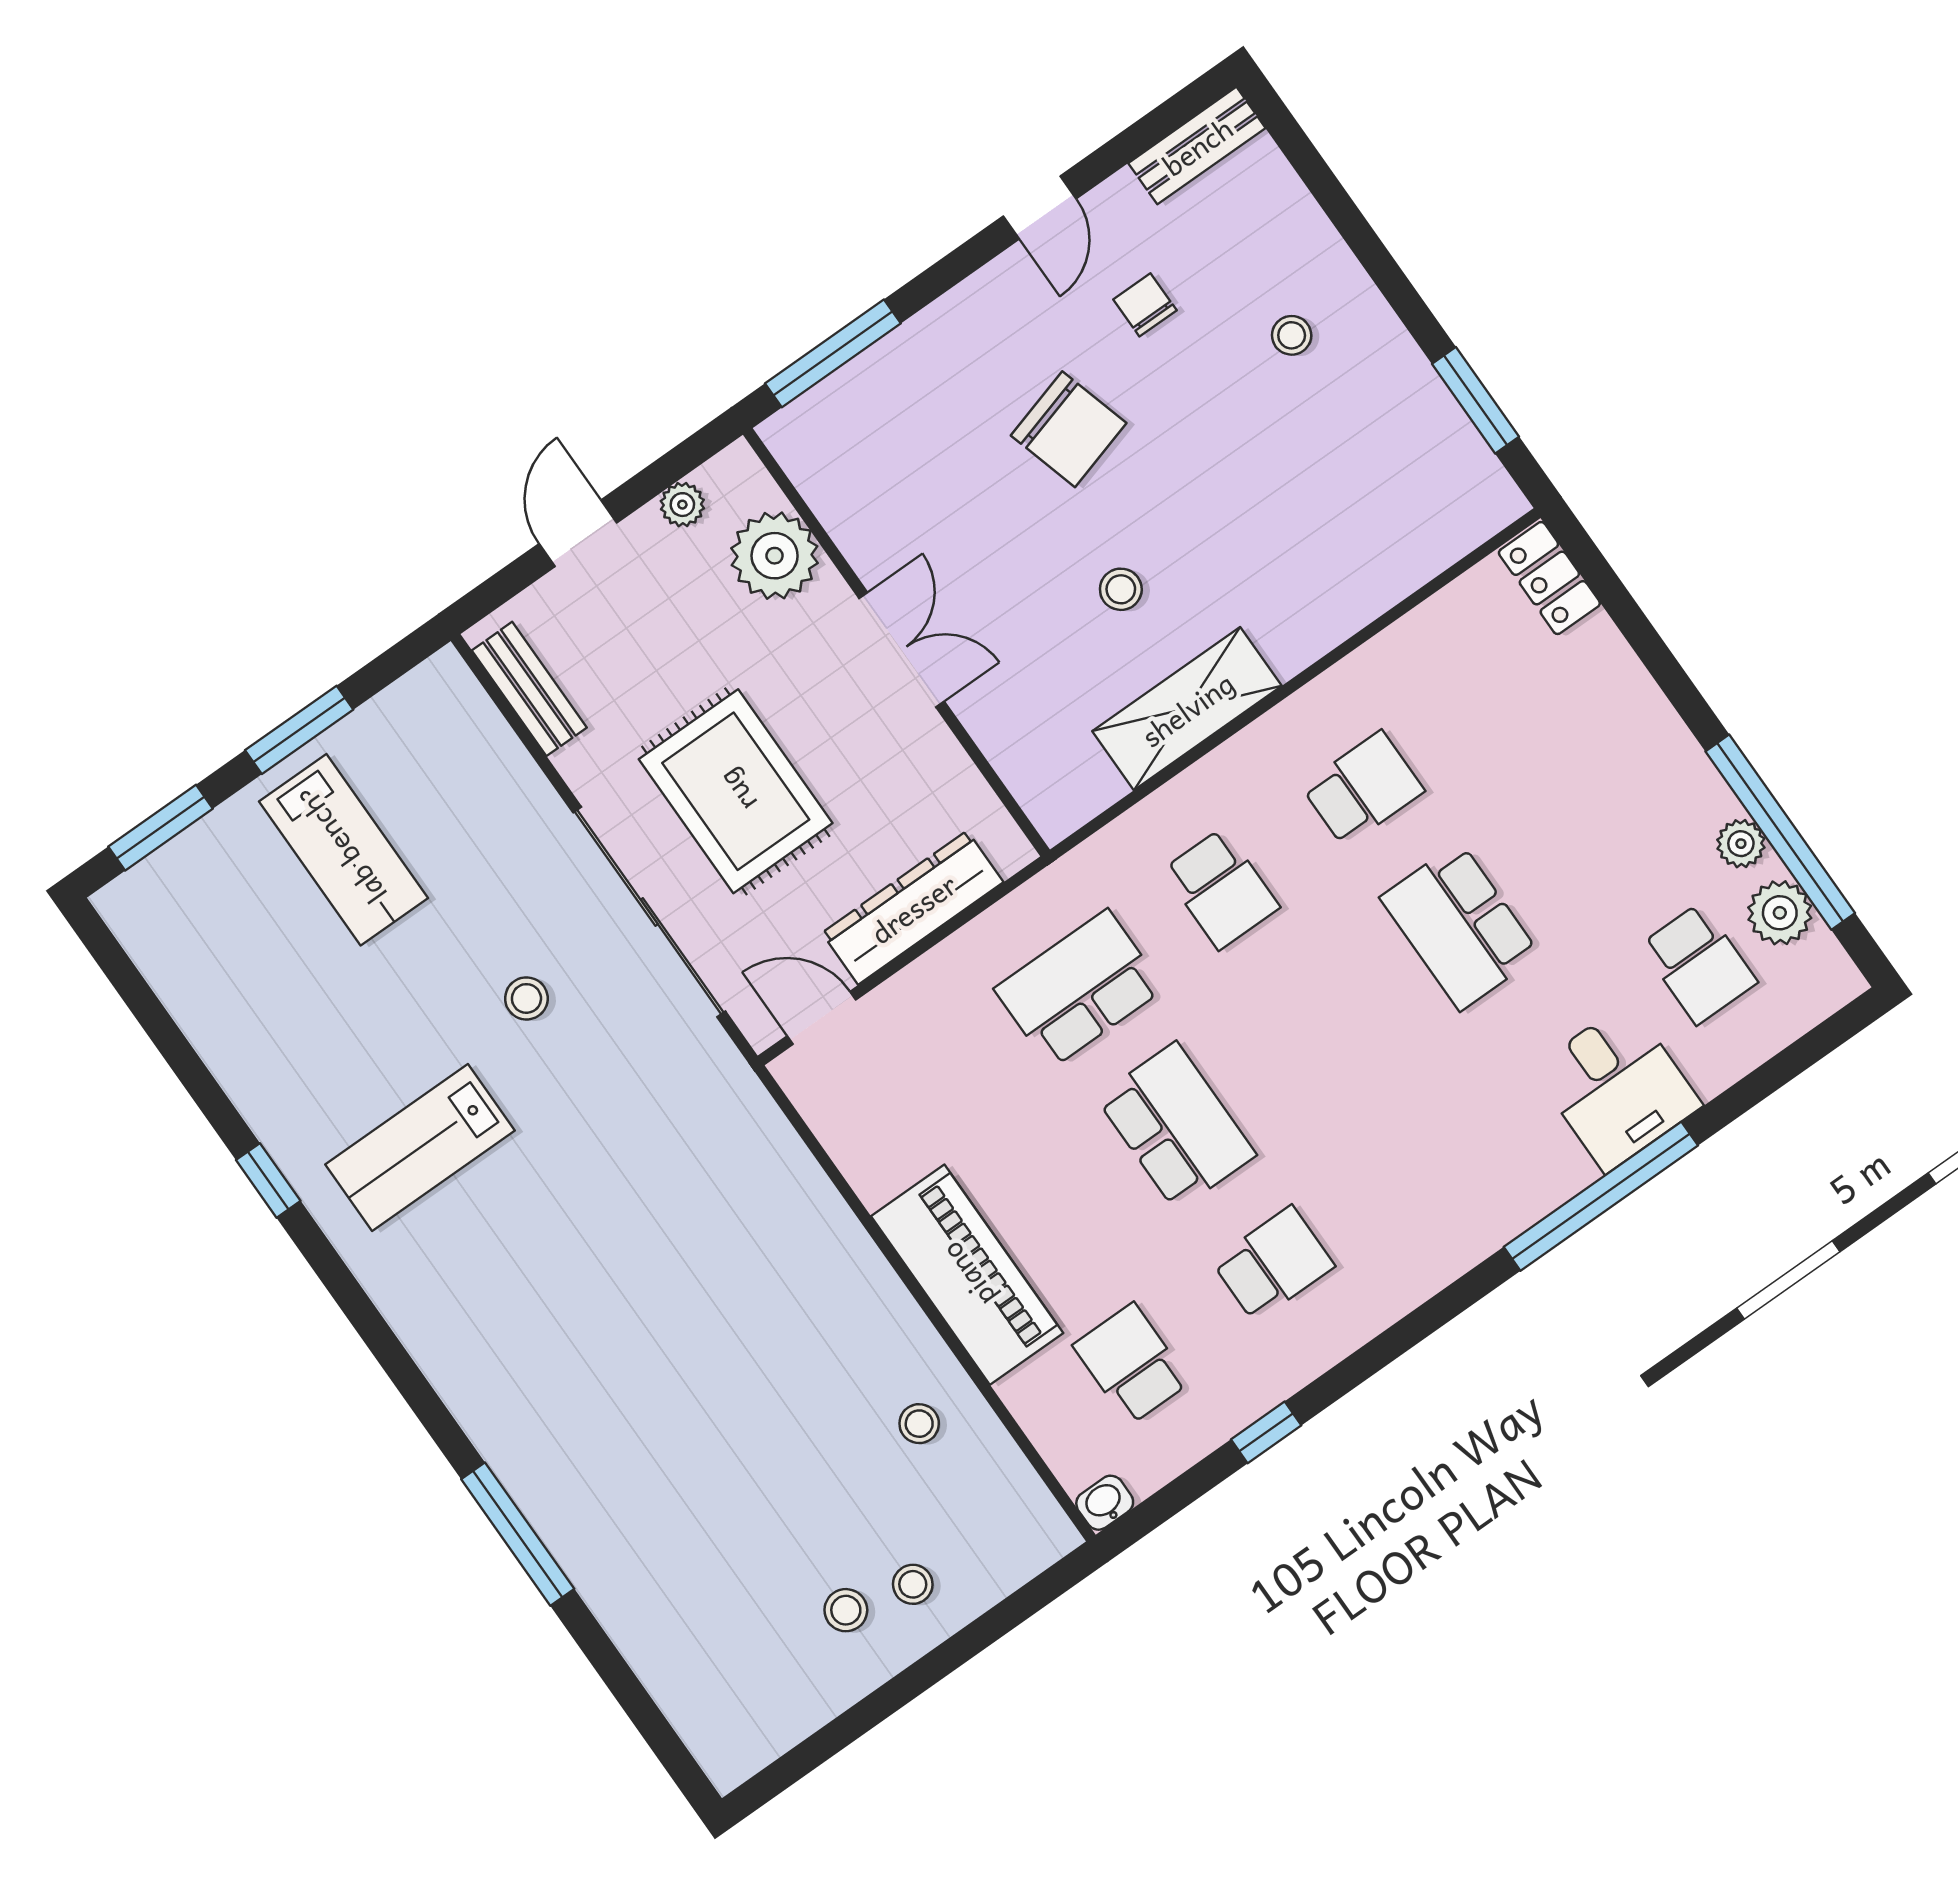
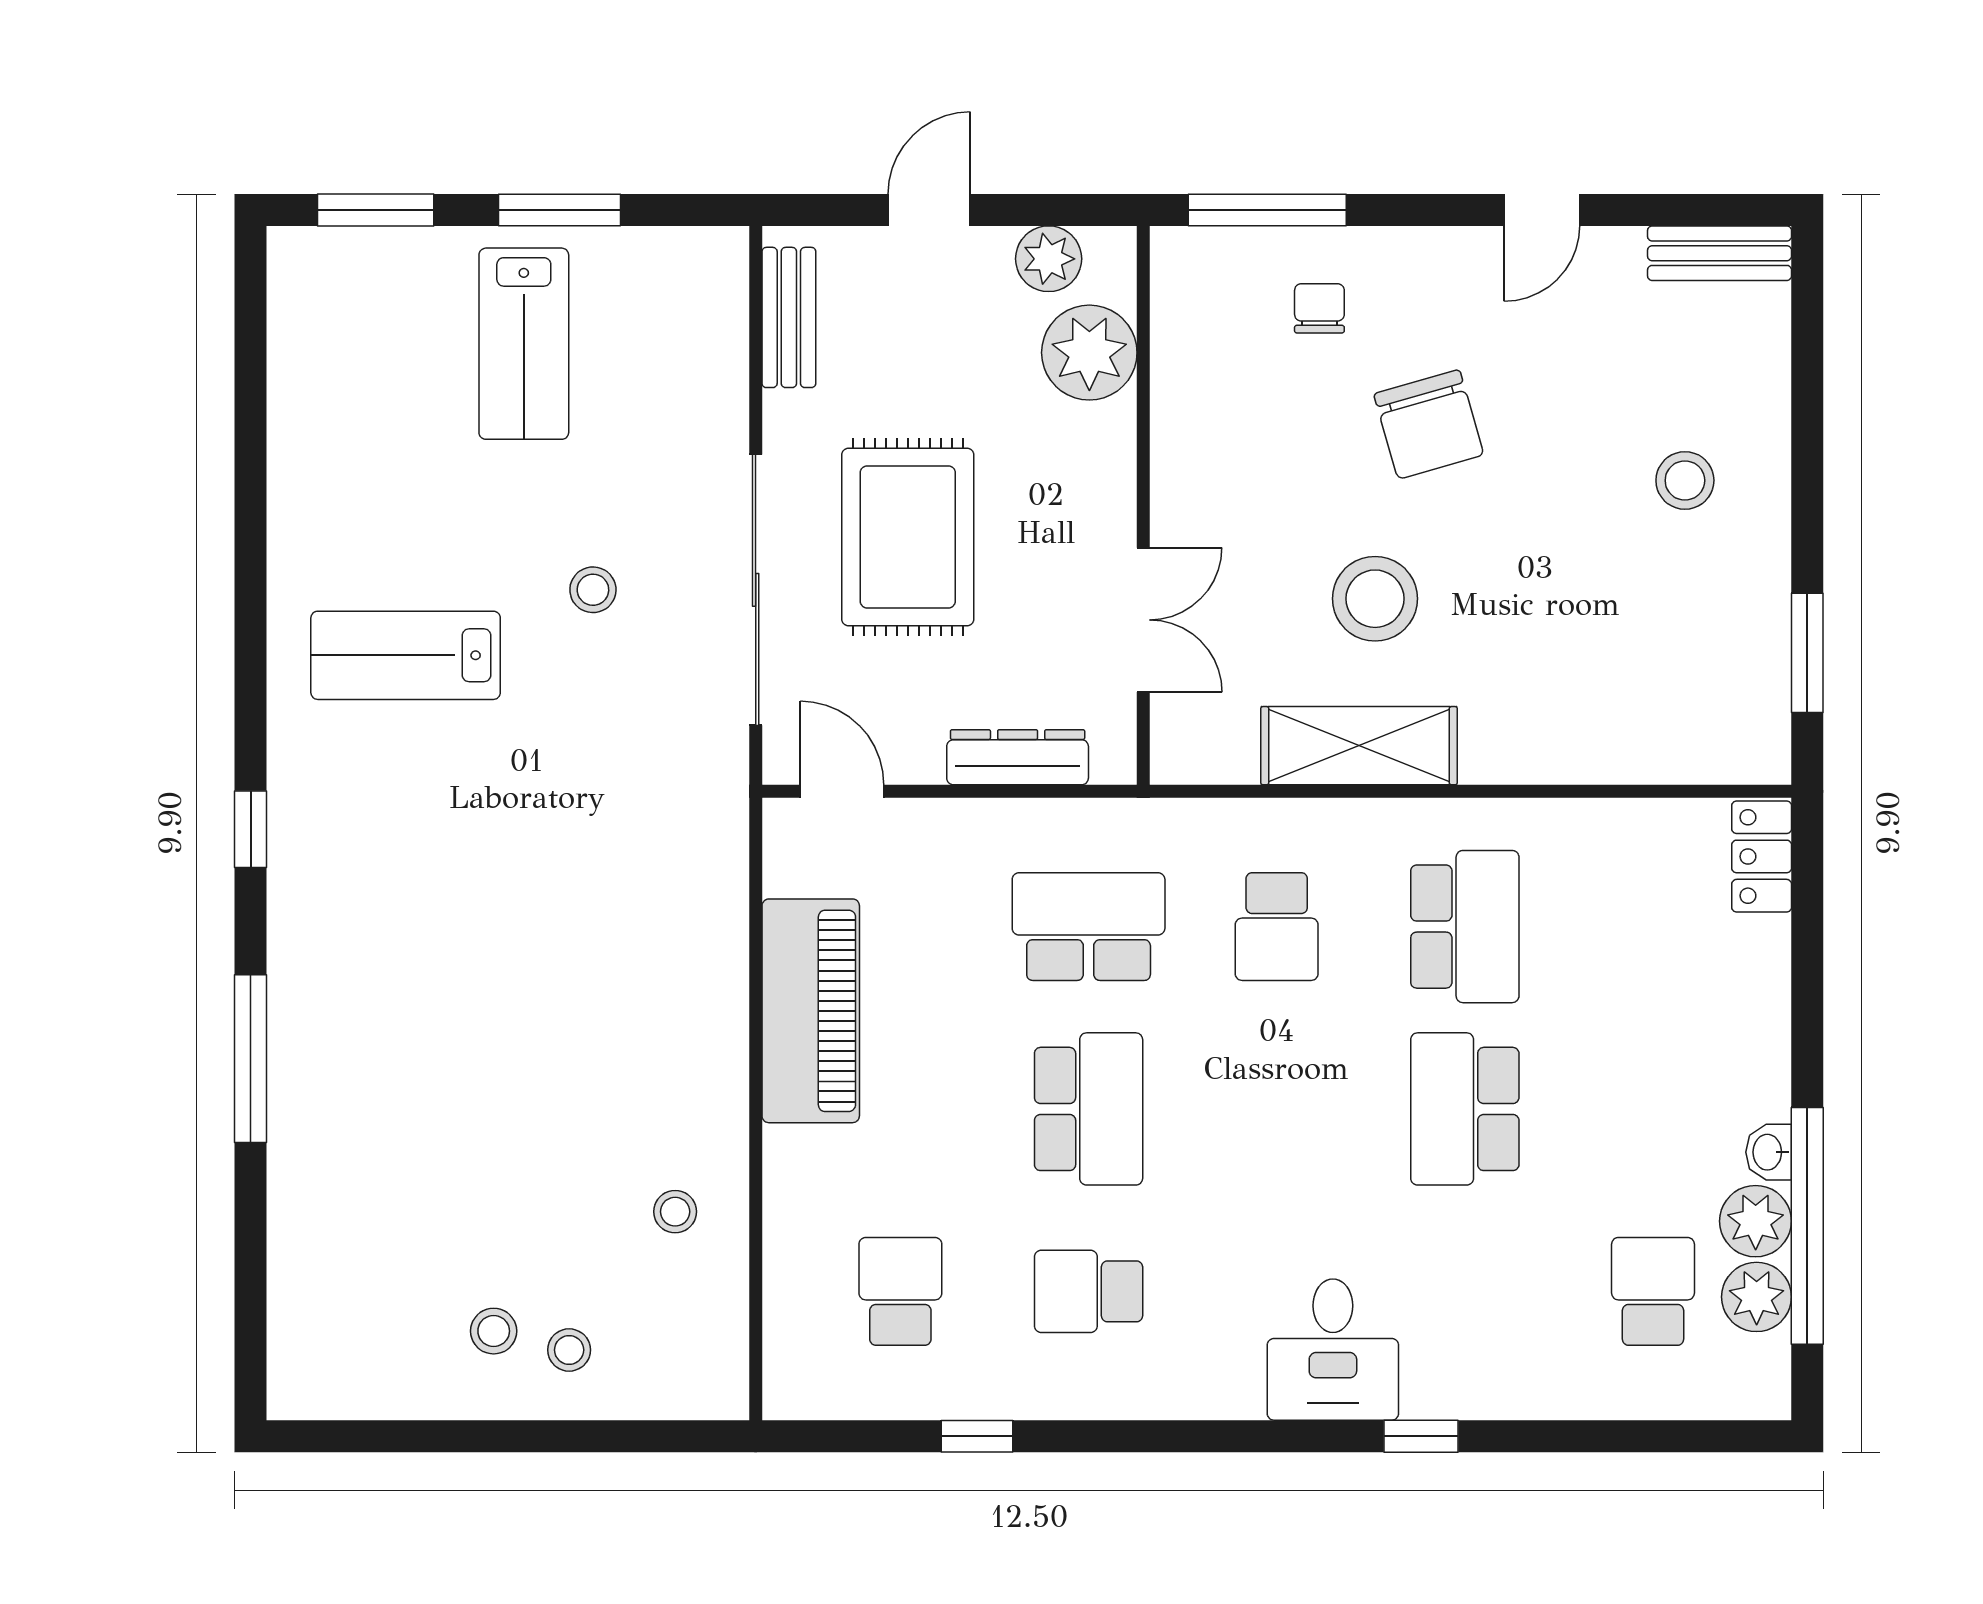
chair: (1145, 305) -> (1319, 308), moved
stool: (1292, 335) -> (1685, 480), width x1.37, depth x1.37
plant: (682, 505) -> (1049, 259), width x1.38, depth x1.38
stool: (1121, 589) -> (1375, 599), width x1.89, depth x1.89
double door: (902, 650) -> (1143, 620), moved
school desk: (1363, 789) -> (1465, 927), width x1.85
plant: (1741, 844) -> (1756, 1221), width x1.38, depth x1.38
dresser: (913, 908) -> (1018, 757), width x0.73, depth x0.80
school desk: (1699, 964) -> (1653, 1291), turned 180
desk: (1617, 1087) -> (1333, 1350), moved
window: (268, 1180) -> (251, 829), moved
window: (1601, 1196) -> (1421, 1436), width x0.32
school desk: (1273, 1264) -> (1089, 1291), turned 180
piano: (967, 1275) -> (811, 1011), moved
washbasin: (1105, 1503) -> (1769, 1152), moved, turned -90

